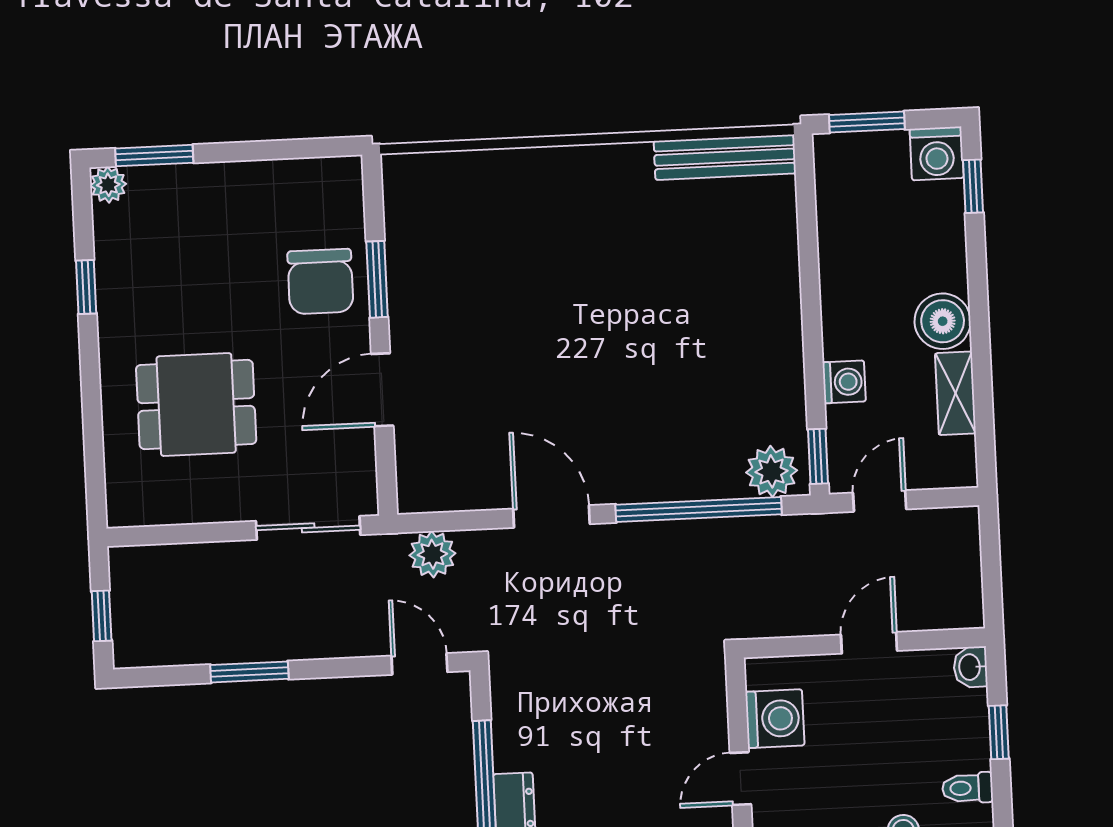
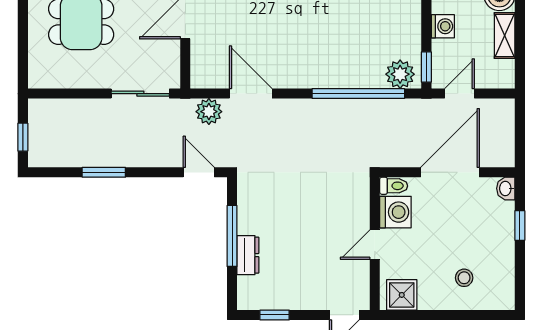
door: (551, 516) -> (251, 94), moved
door: (869, 643) -> (450, 172), width x1.88
toilet: (968, 788) -> (394, 186), moved, turned 180

